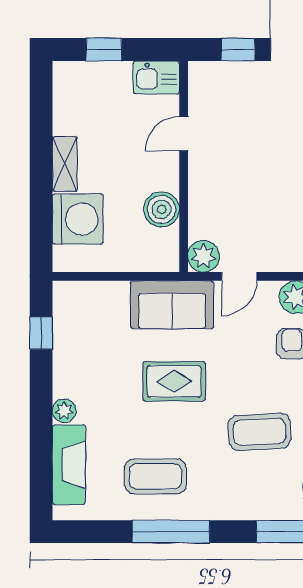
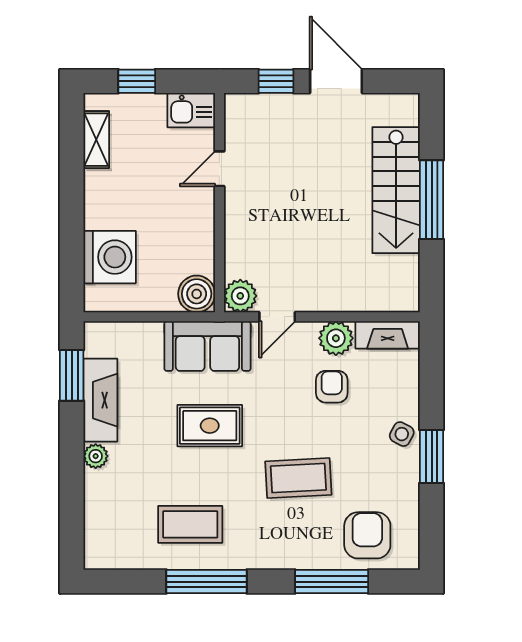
shelving: (65, 164) -> (96, 140), moved
boiler: (162, 209) -> (197, 294), moved
window: (41, 333) -> (72, 375), width x1.50
fireplace: (69, 465) -> (100, 400), moved

